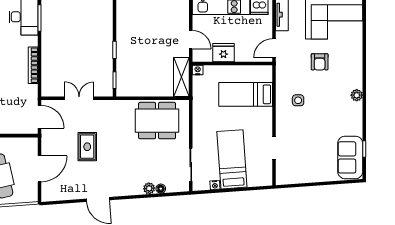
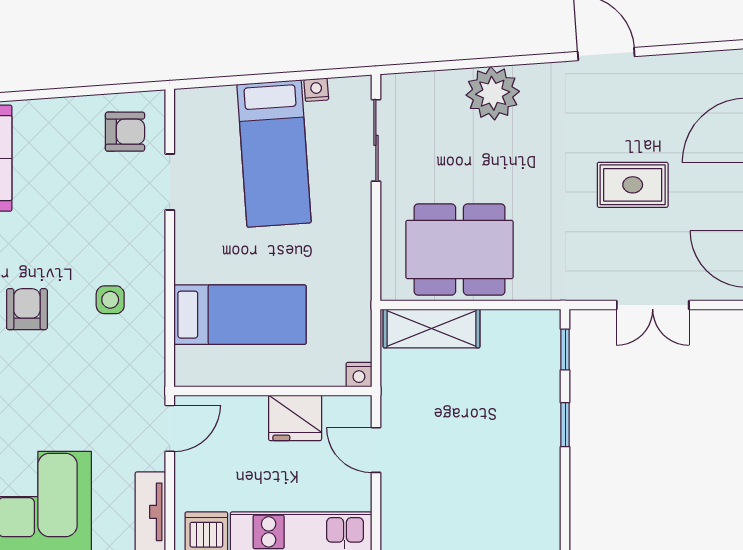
armchair: (320, 62) -> (27, 309), moved
shelving: (181, 77) -> (431, 328), moved, turned 90
rug: (87, 147) -> (633, 185), turned 90
armchair: (292, 168) -> (125, 132), added
plant: (149, 188) -> (493, 93), width x1.88, depth x1.88
floor lamp: (161, 189) -> (450, 81), removed

